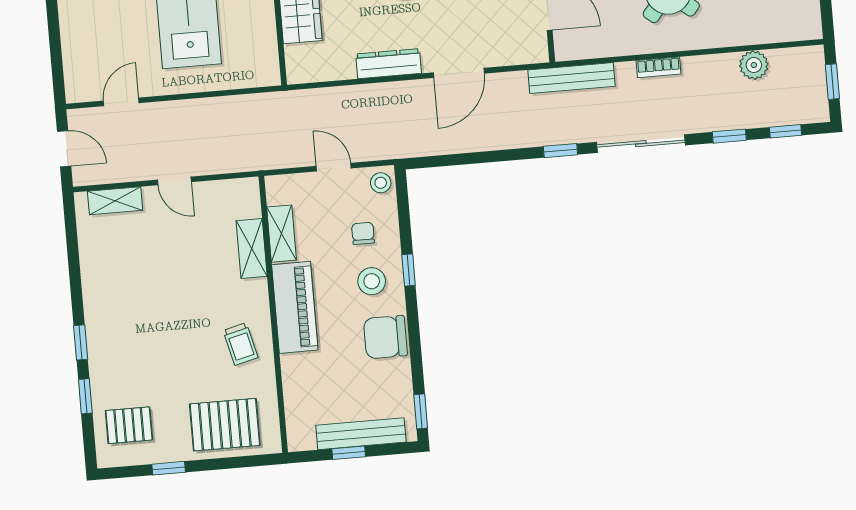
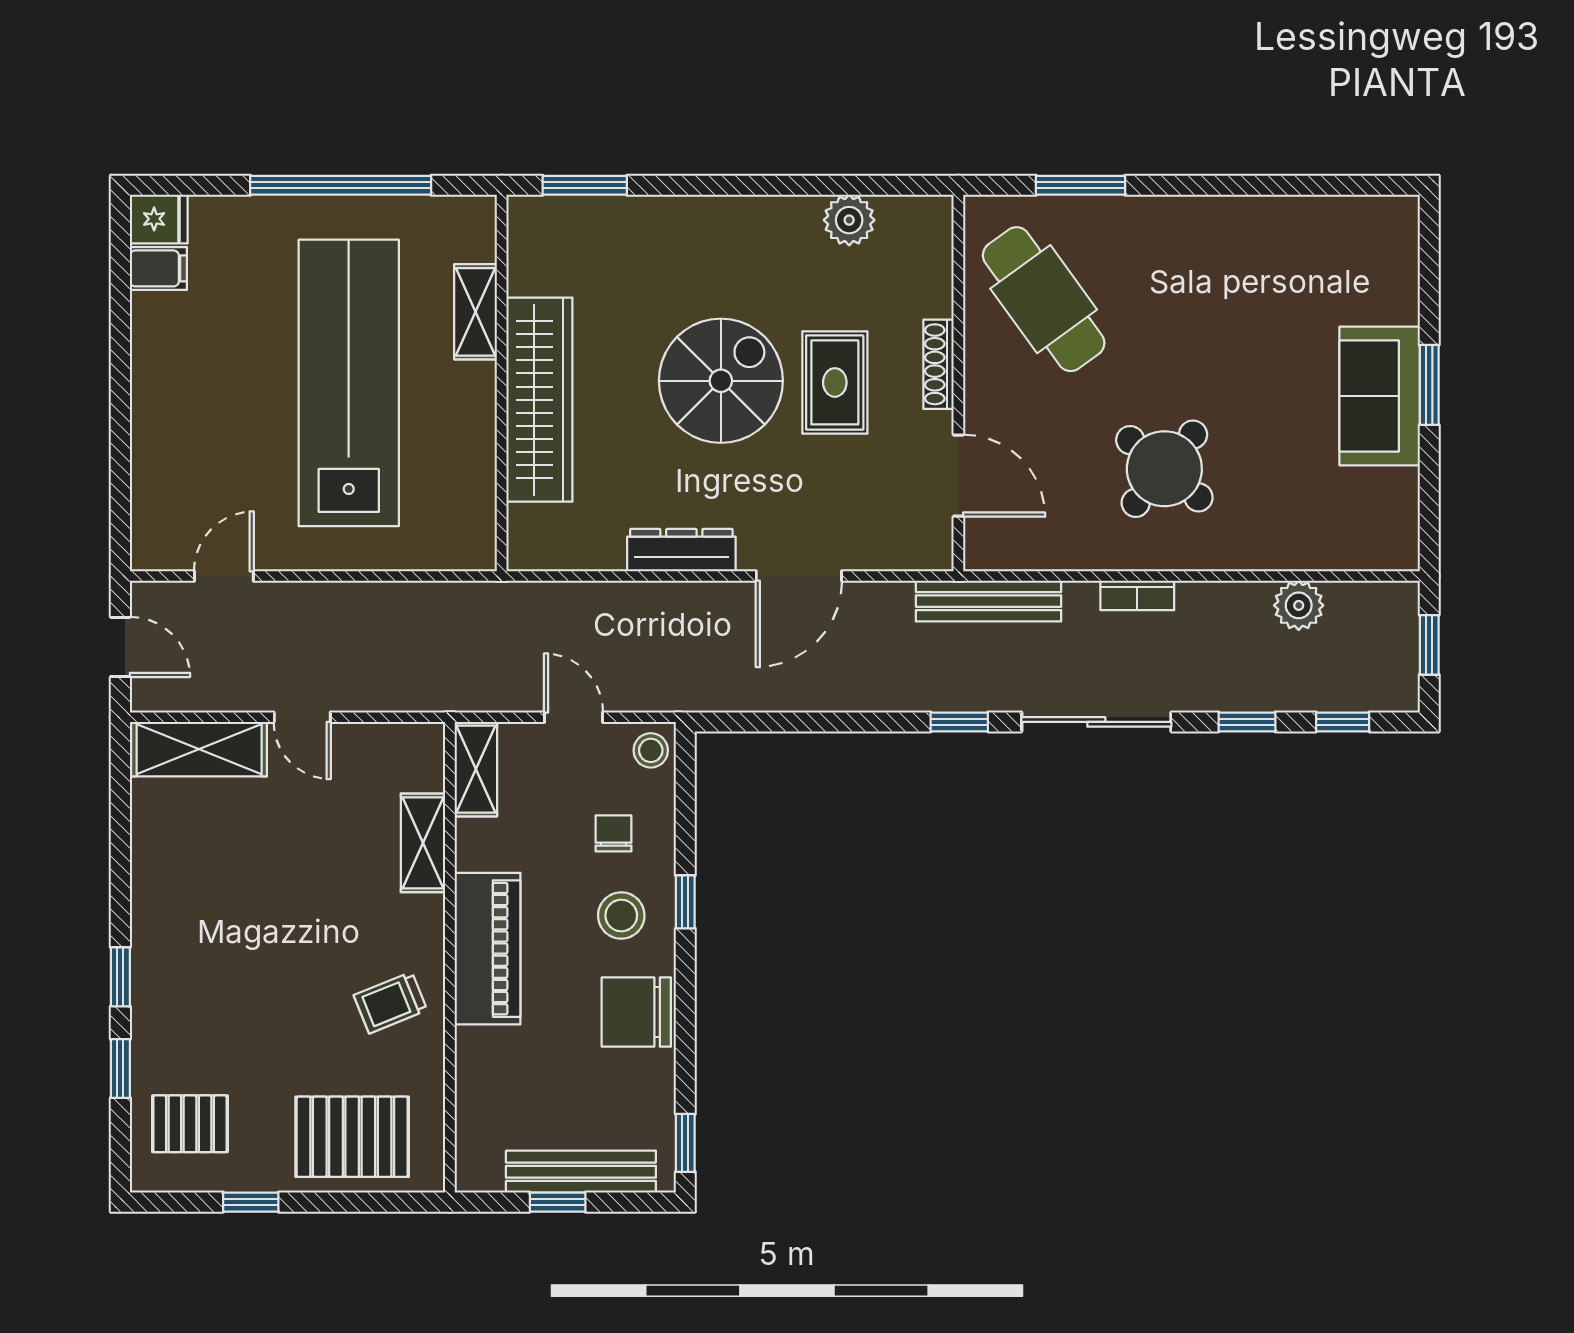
shelving: (115, 201) -> (199, 749), width x1.50, depth x1.33
shelving: (282, 234) -> (476, 769), moved
trolley: (241, 344) -> (391, 1003), turned 82

